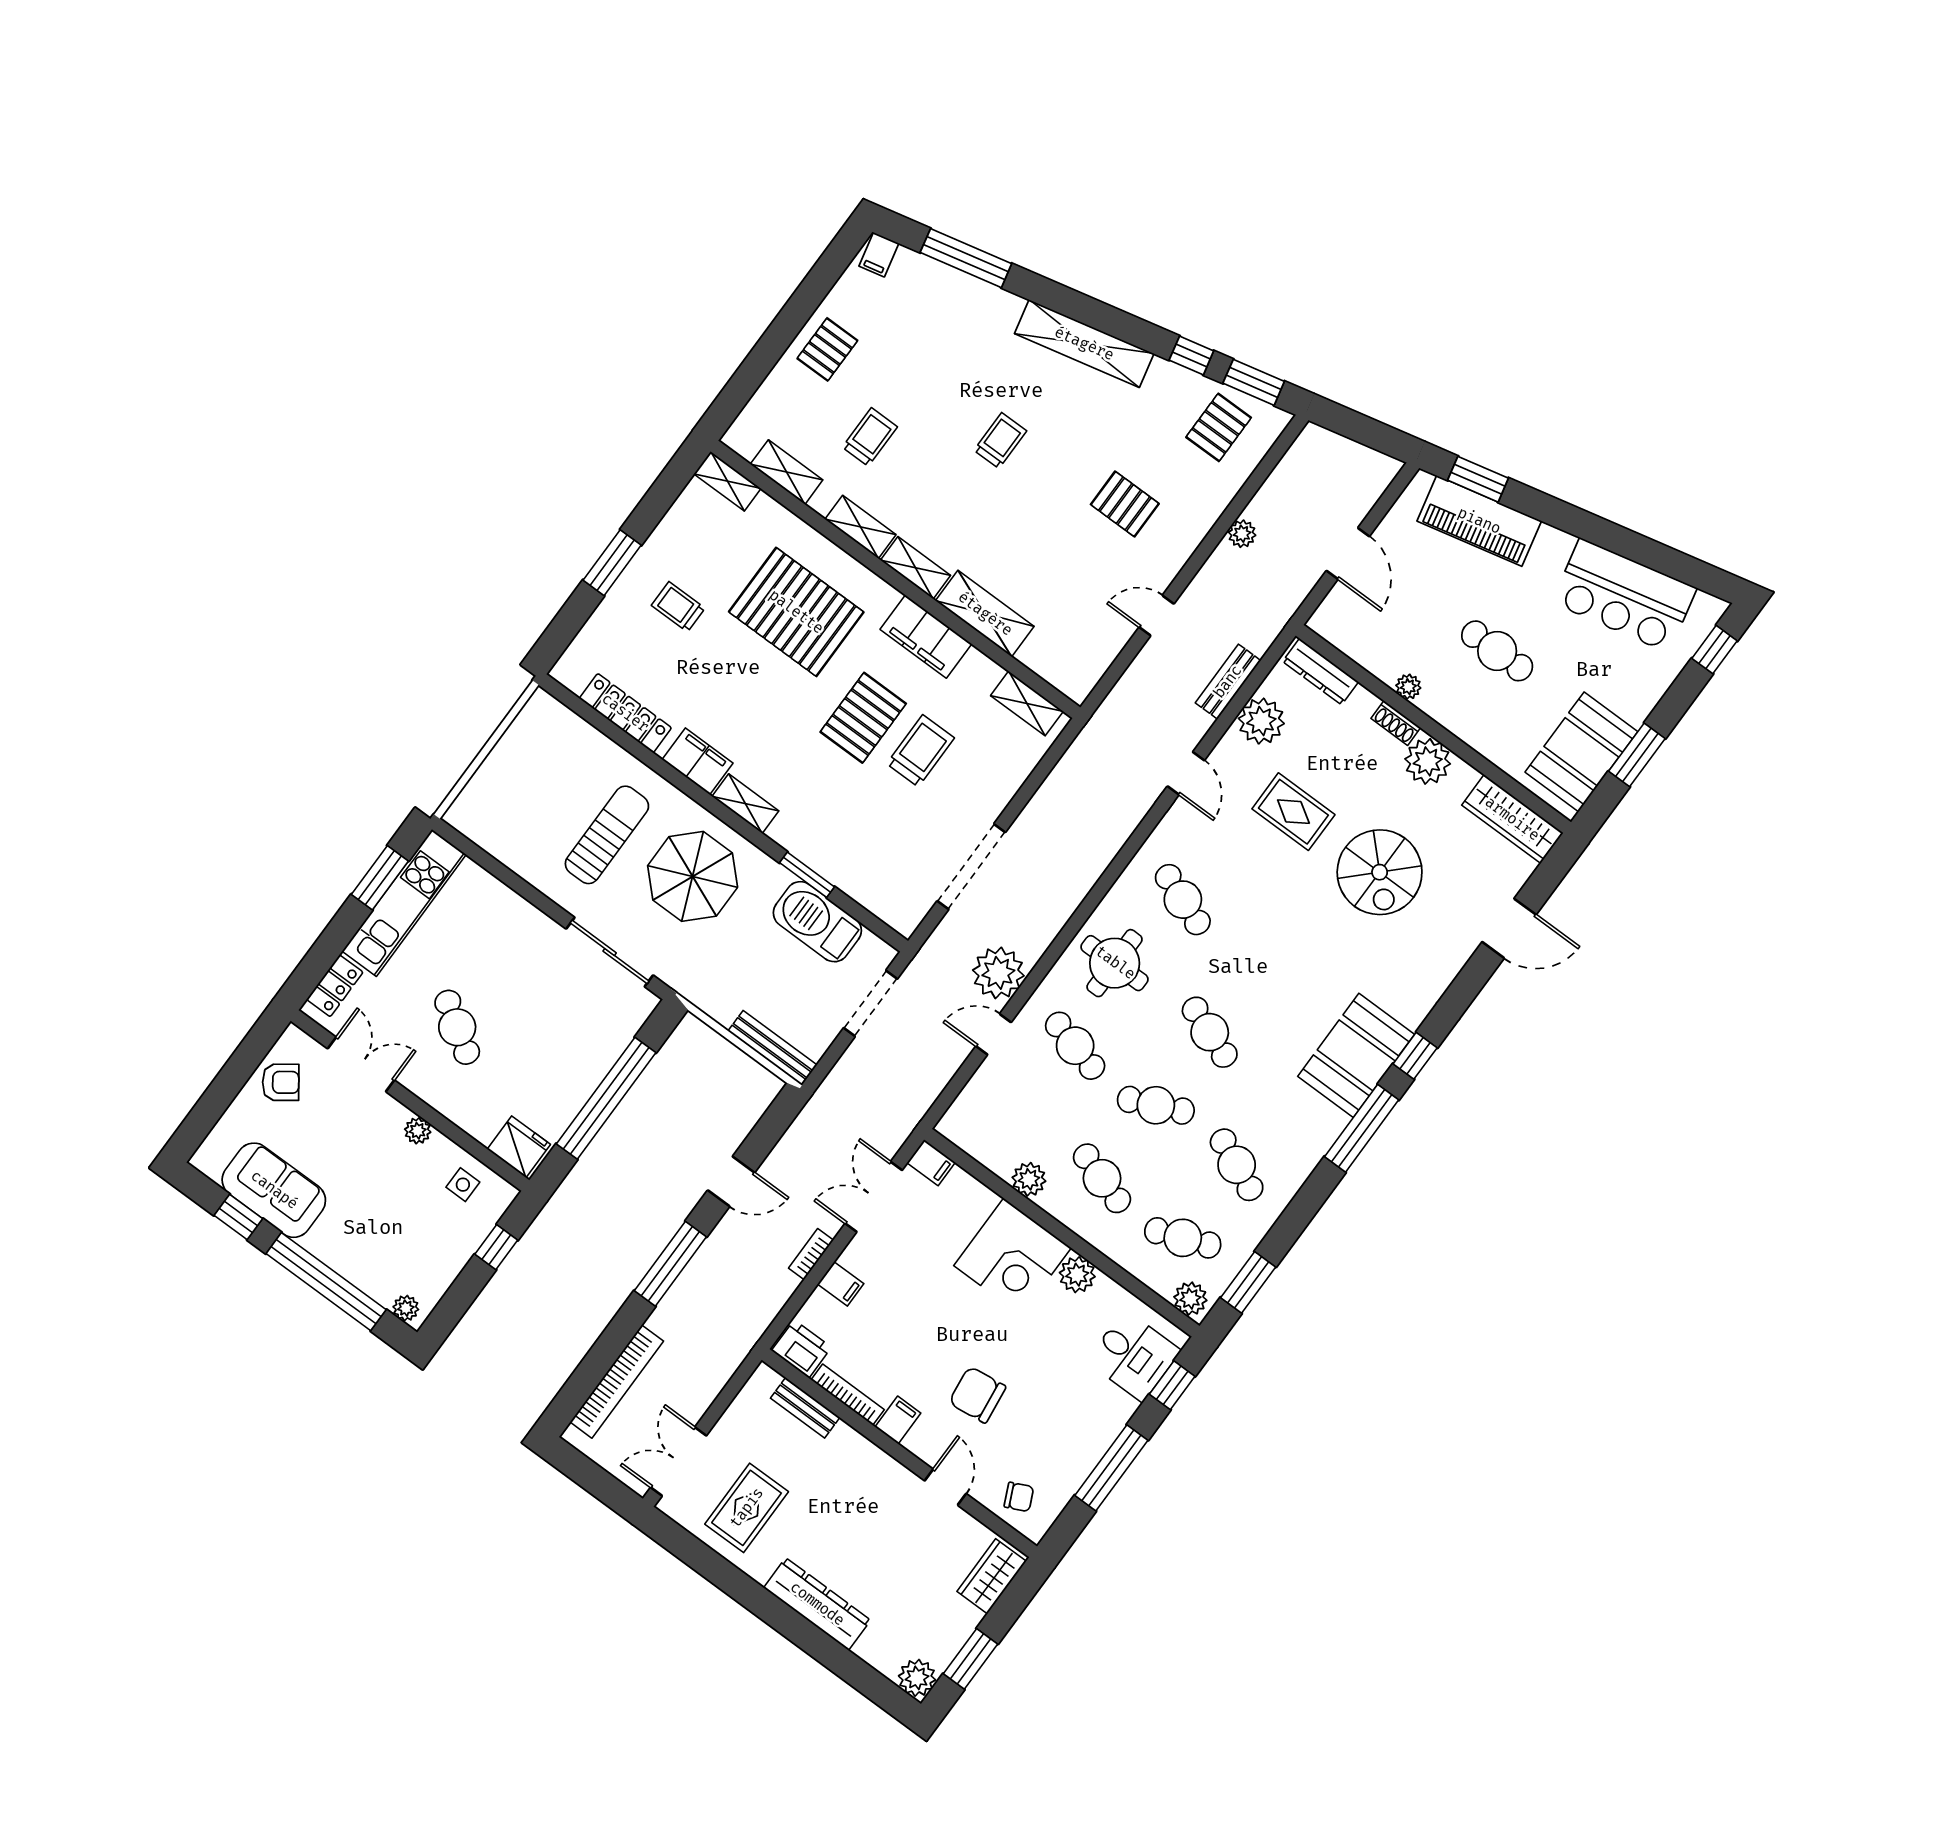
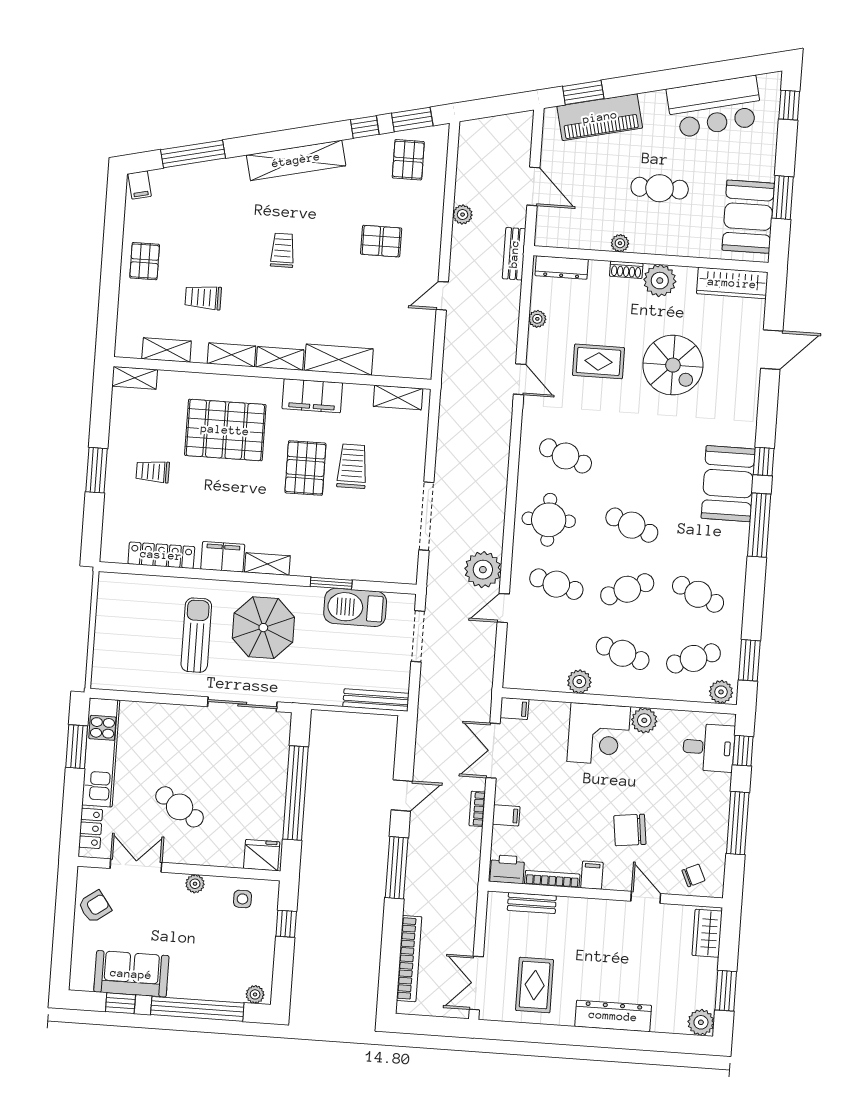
trolley: (870, 437) -> (203, 297), turned -90
bench: (1228, 682) -> (514, 254), moved
plant: (1261, 721) -> (537, 319), width x0.53, depth x0.53

